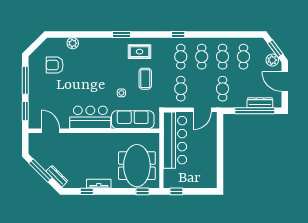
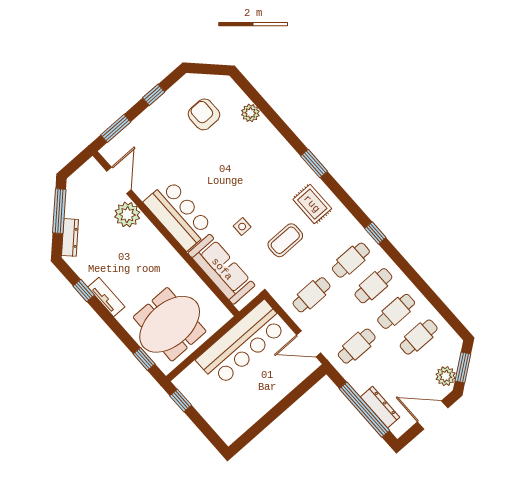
window: (25, 80) -> (154, 95), width x0.46
door: (285, 82) -> (433, 415), hinge flipped
plant: (70, 141) -> (127, 215), added

